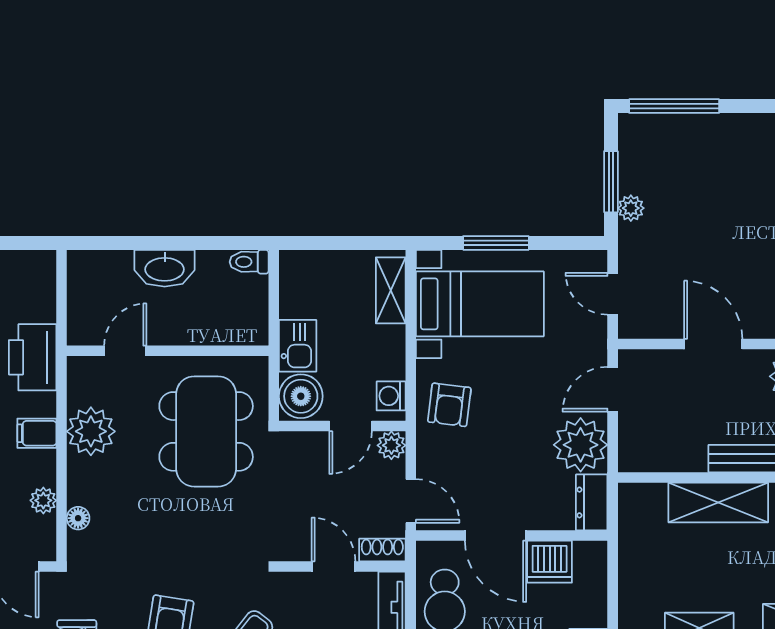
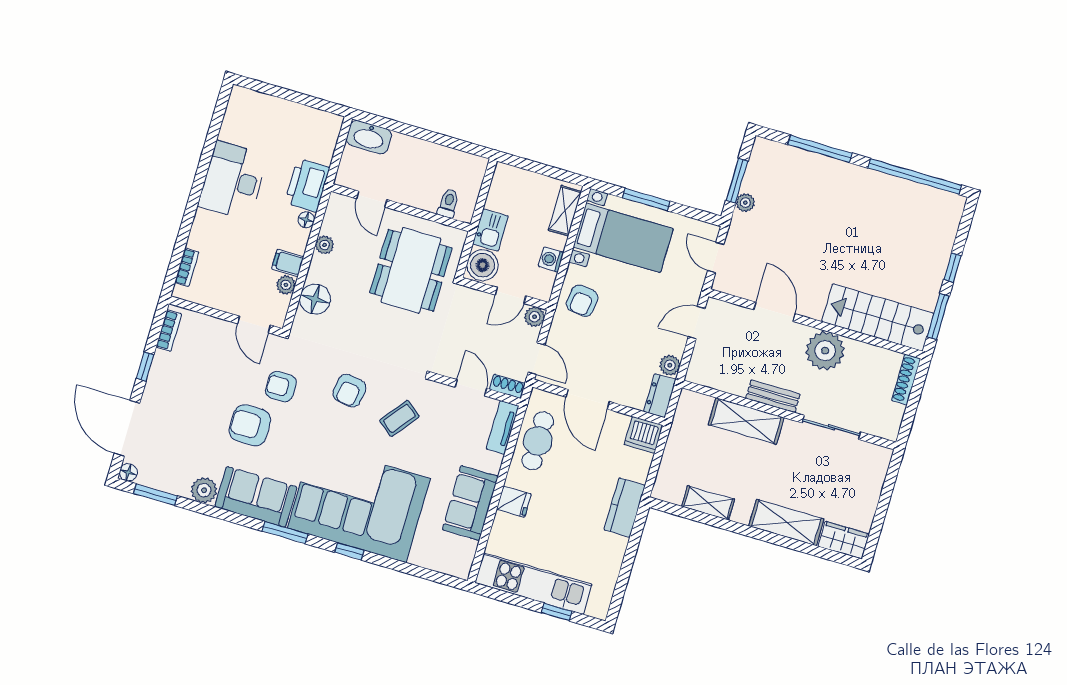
window: (674, 106) -> (820, 149), moved
toilet: (249, 262) -> (448, 203), moved, turned 90
washbasin: (165, 268) -> (369, 137), moved
door: (125, 351) -> (372, 199), swing flipped
washing machine: (391, 396) -> (551, 259), moved
floor lamp: (45, 404) -> (306, 220), added
plant: (91, 431) -> (325, 245), width x0.53, depth x0.53
filing cabinet: (37, 433) -> (288, 263), moved
plant: (581, 445) -> (670, 365), width x0.53, depth x0.53
floor lamp: (78, 518) -> (315, 299), width x1.89, depth x1.89
dishwasher: (550, 562) -> (644, 435), moved

